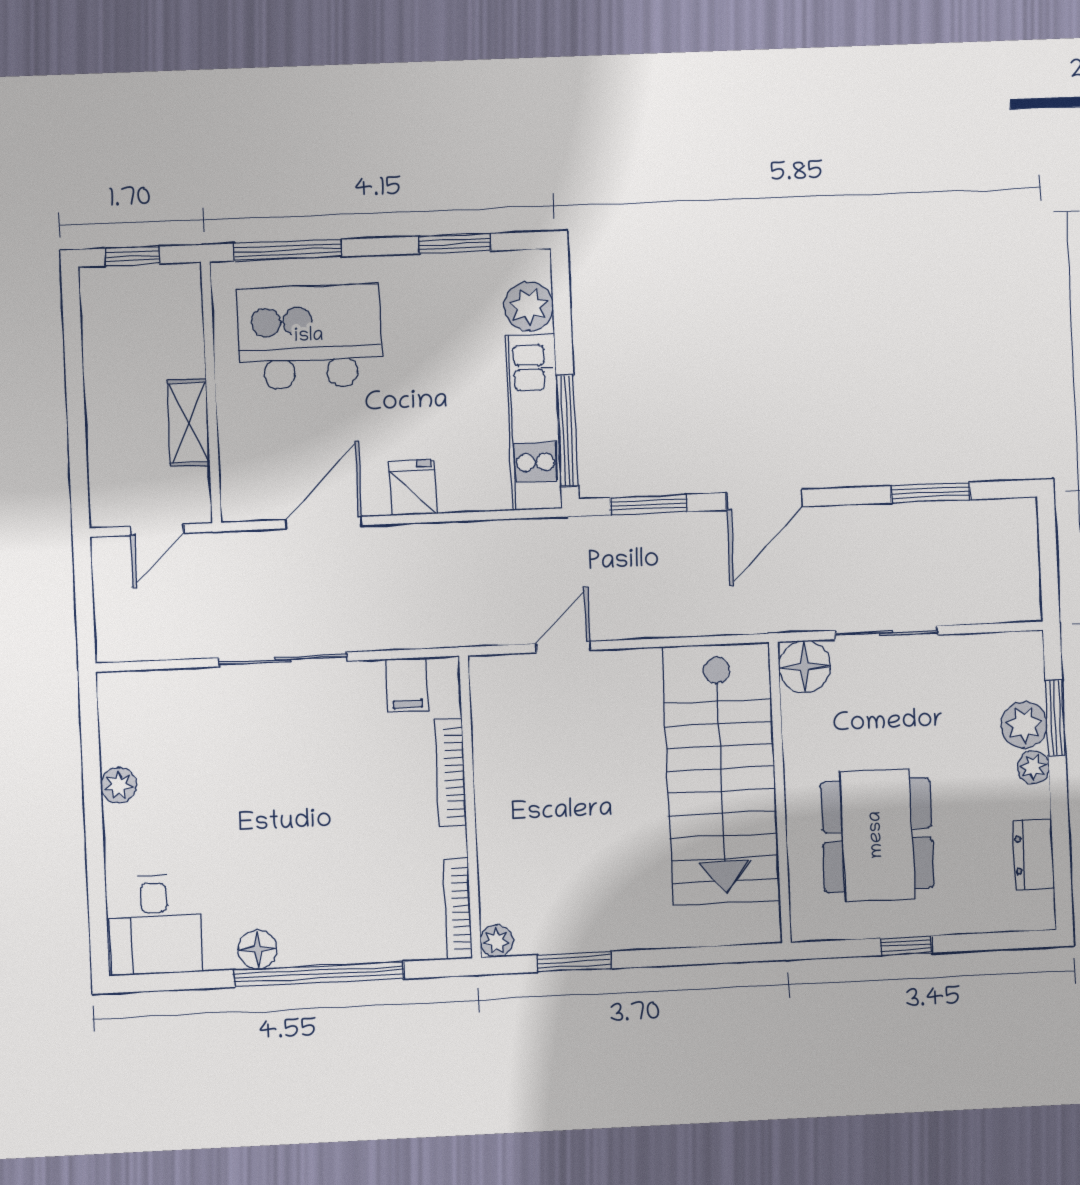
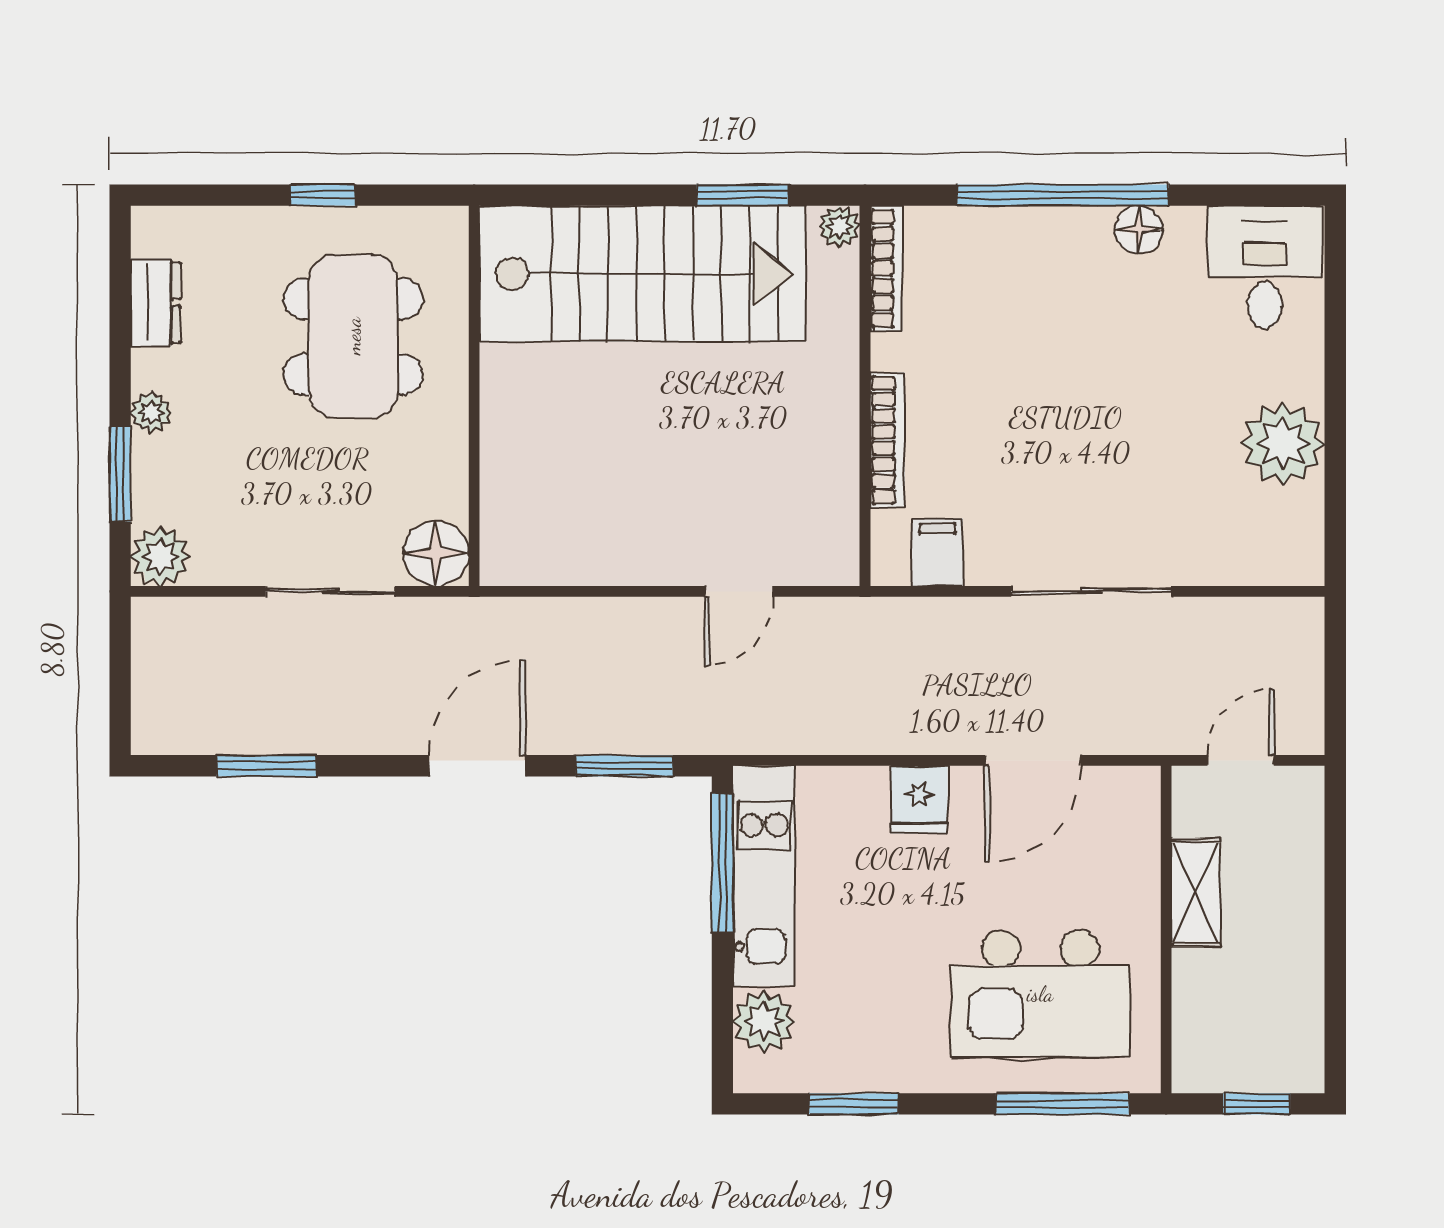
plant: (1024, 725) -> (160, 557), moved
stairs: (721, 774) -> (643, 274), moved, turned 90
plant: (119, 785) -> (1283, 444), width x1.87, depth x1.87

